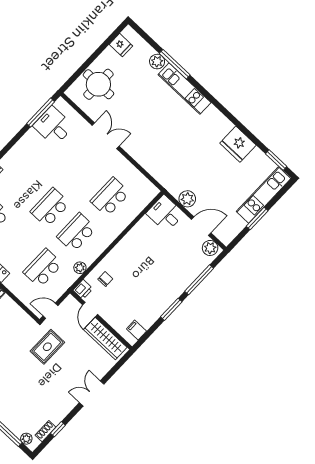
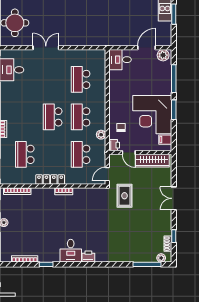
plant: (187, 199) -> (125, 40), removed
corner desk: (146, 295) -> (152, 115), added

